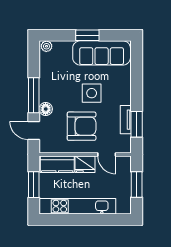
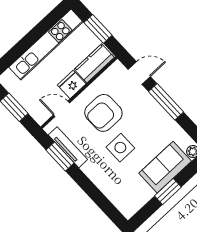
sofa: (102, 53) -> (165, 167), moved, width x0.73
floor lamp: (46, 109) -> (146, 100), removed
tv unit: (126, 120) -> (68, 147), width x1.41

